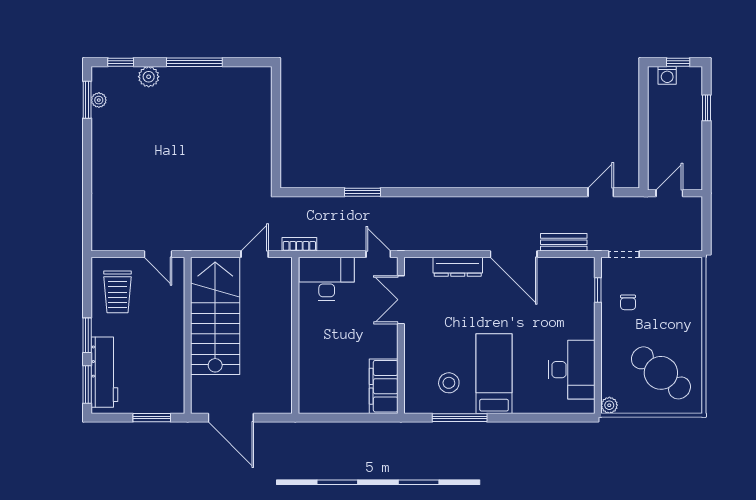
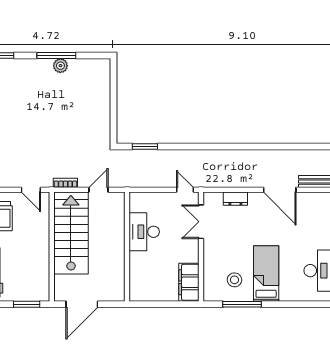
plant: (149, 77) -> (60, 66), moved
window: (363, 192) -> (145, 146), moved
bookcase: (299, 244) -> (65, 183), moved
dresser: (458, 267) -> (235, 199), width x0.70
desk: (327, 279) -> (144, 232), moved, turned -90
door: (231, 418) -> (82, 304), hinge flipped

